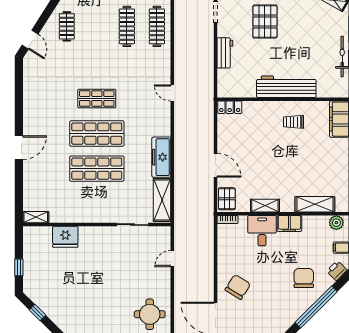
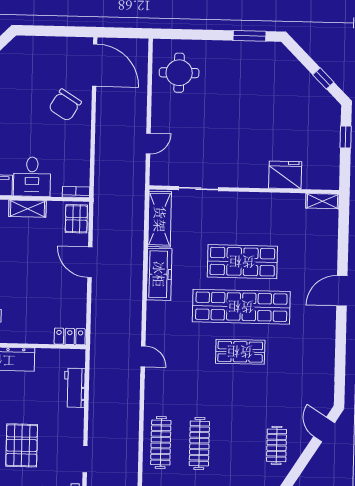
workbench: (225, 53) -> (75, 388), moved
shop shelf: (97, 134) -> (241, 307), width x1.40

